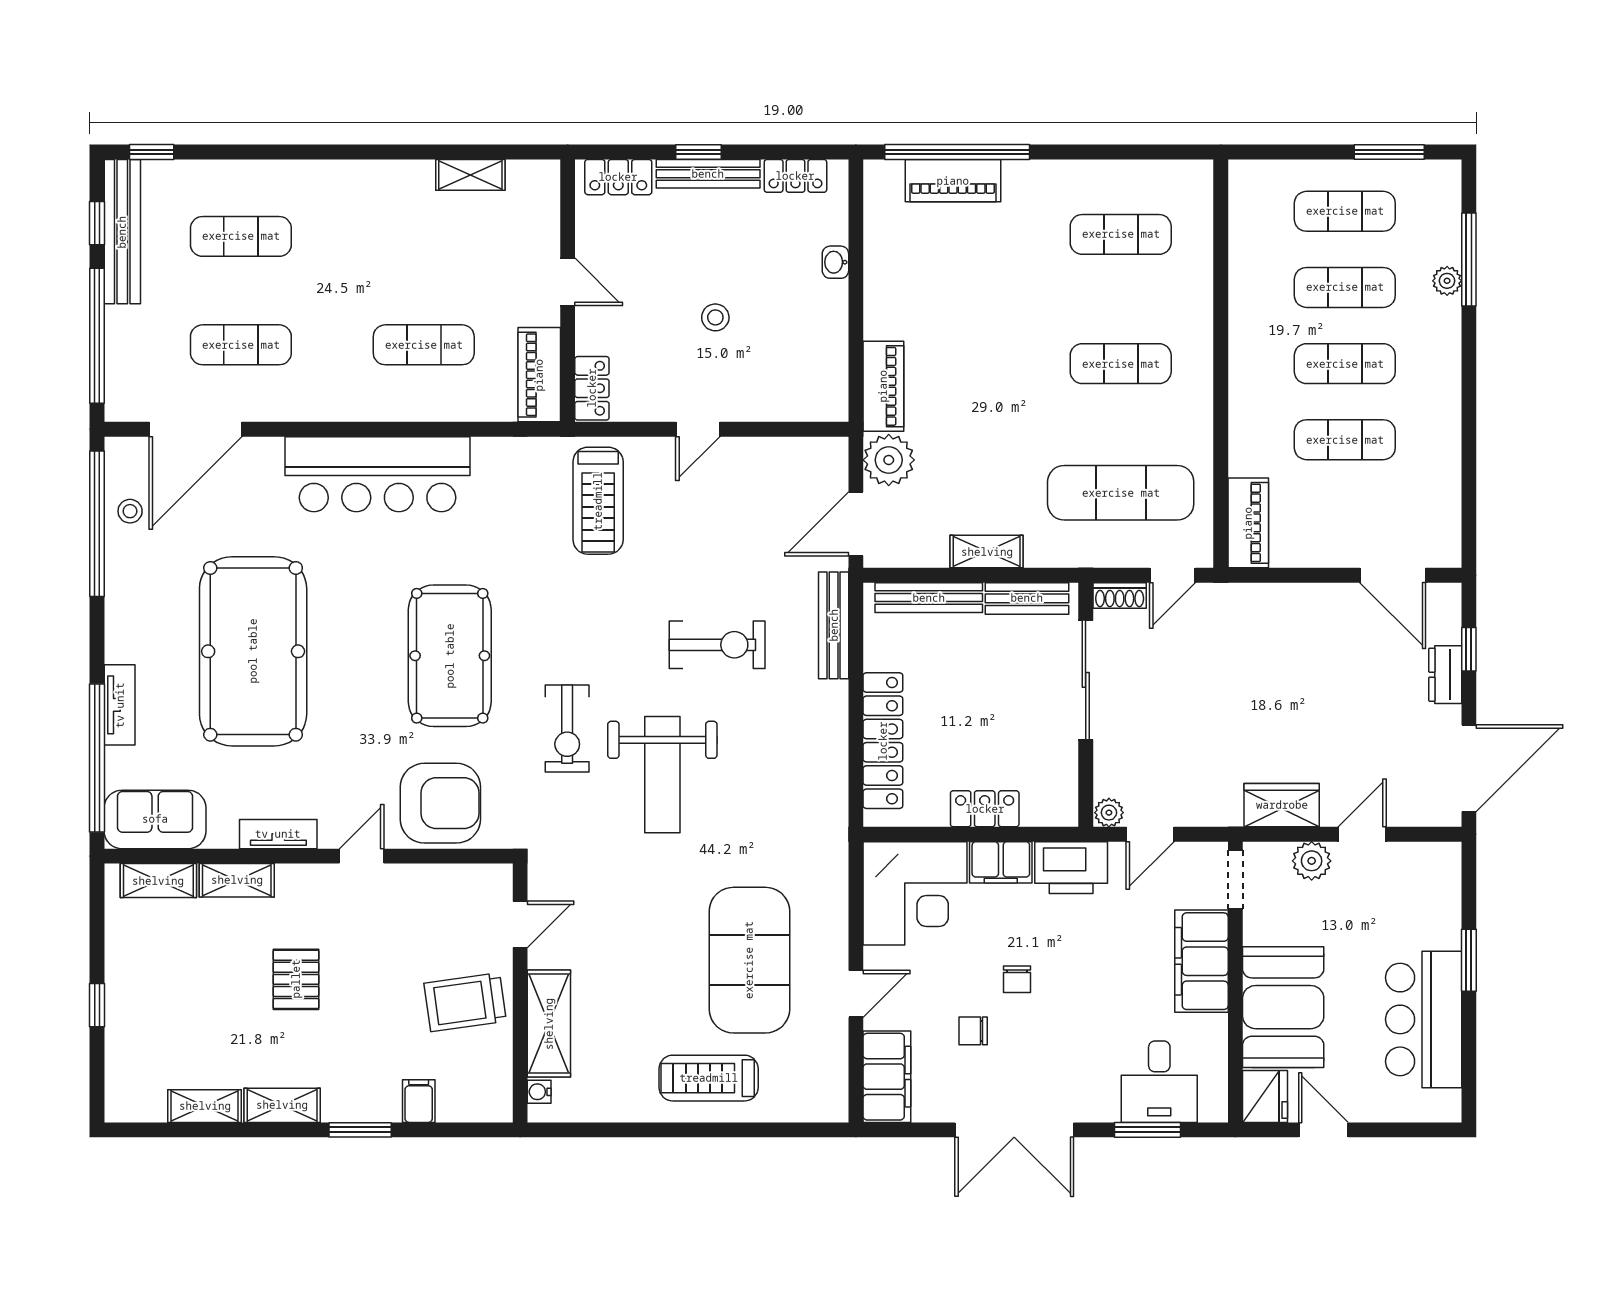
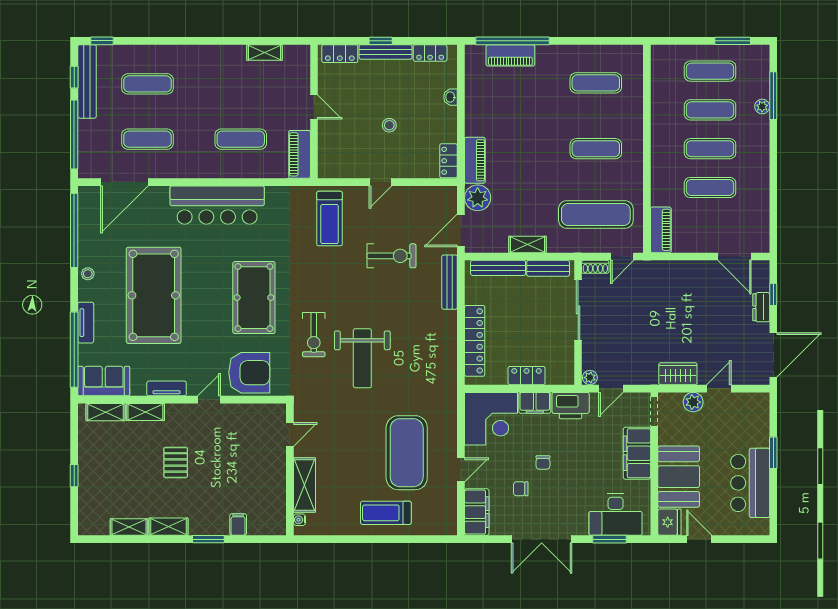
locker: (592, 388) -> (448, 161), moved, turned 180
stool: (130, 511) -> (88, 274), moved
exercise bike: (717, 645) -> (391, 256), moved
trolley: (465, 1002) -> (262, 474), removed
desk: (1159, 1082) -> (616, 515), width x1.37

